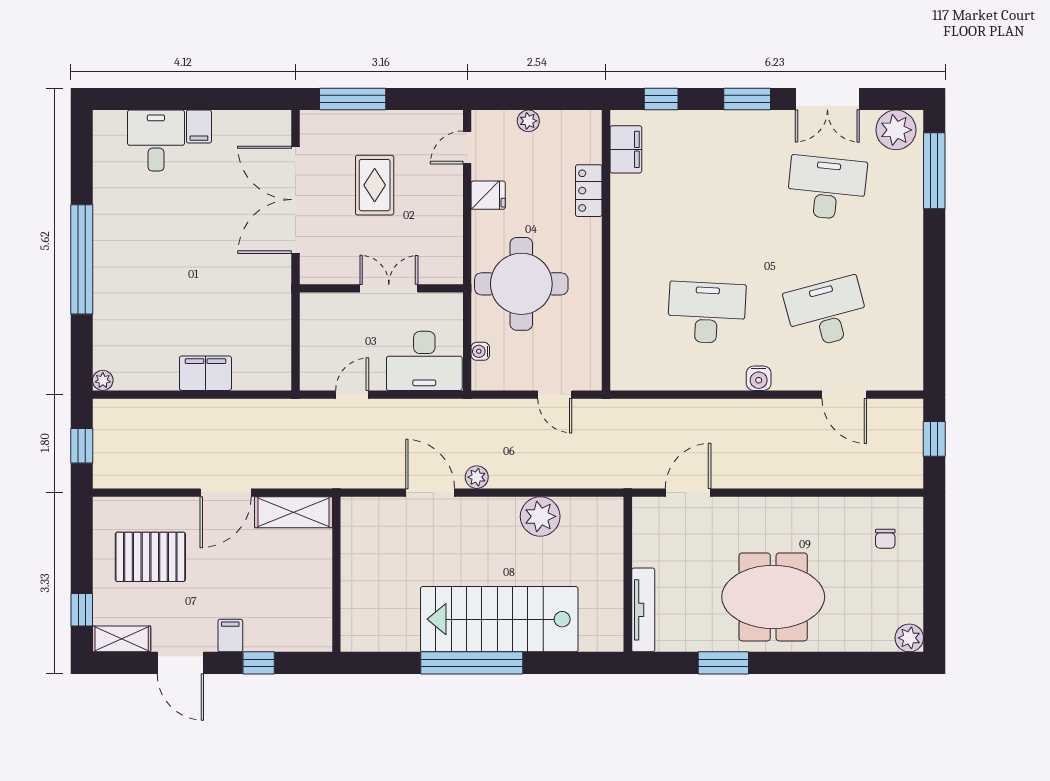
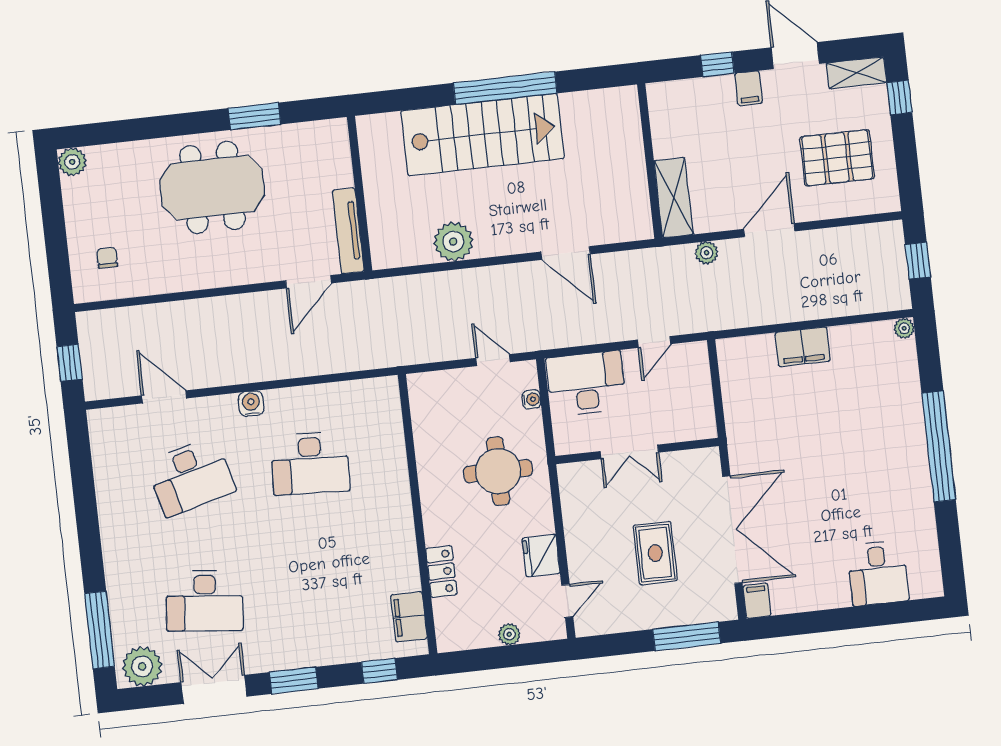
filing cabinet: (199, 127) -> (757, 601), moved
fridge: (488, 195) -> (541, 556), width x1.38
round table: (521, 284) -> (498, 471), width x0.73, depth x0.73
door: (555, 395) -> (493, 360), moved
plant: (477, 477) -> (707, 253), moved
shelving: (293, 512) -> (674, 198), moved, turned 90
tv unit: (643, 610) -> (348, 231), moved

